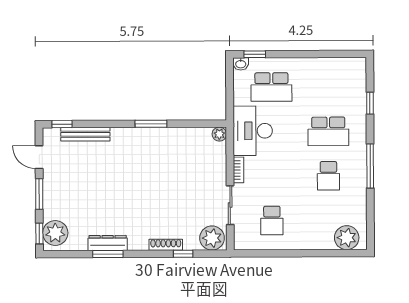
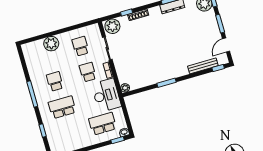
door: (39, 157) -> (226, 45), swing flipped
school desk: (272, 176) -> (88, 72), added
plant: (347, 238) -> (51, 44), moved

